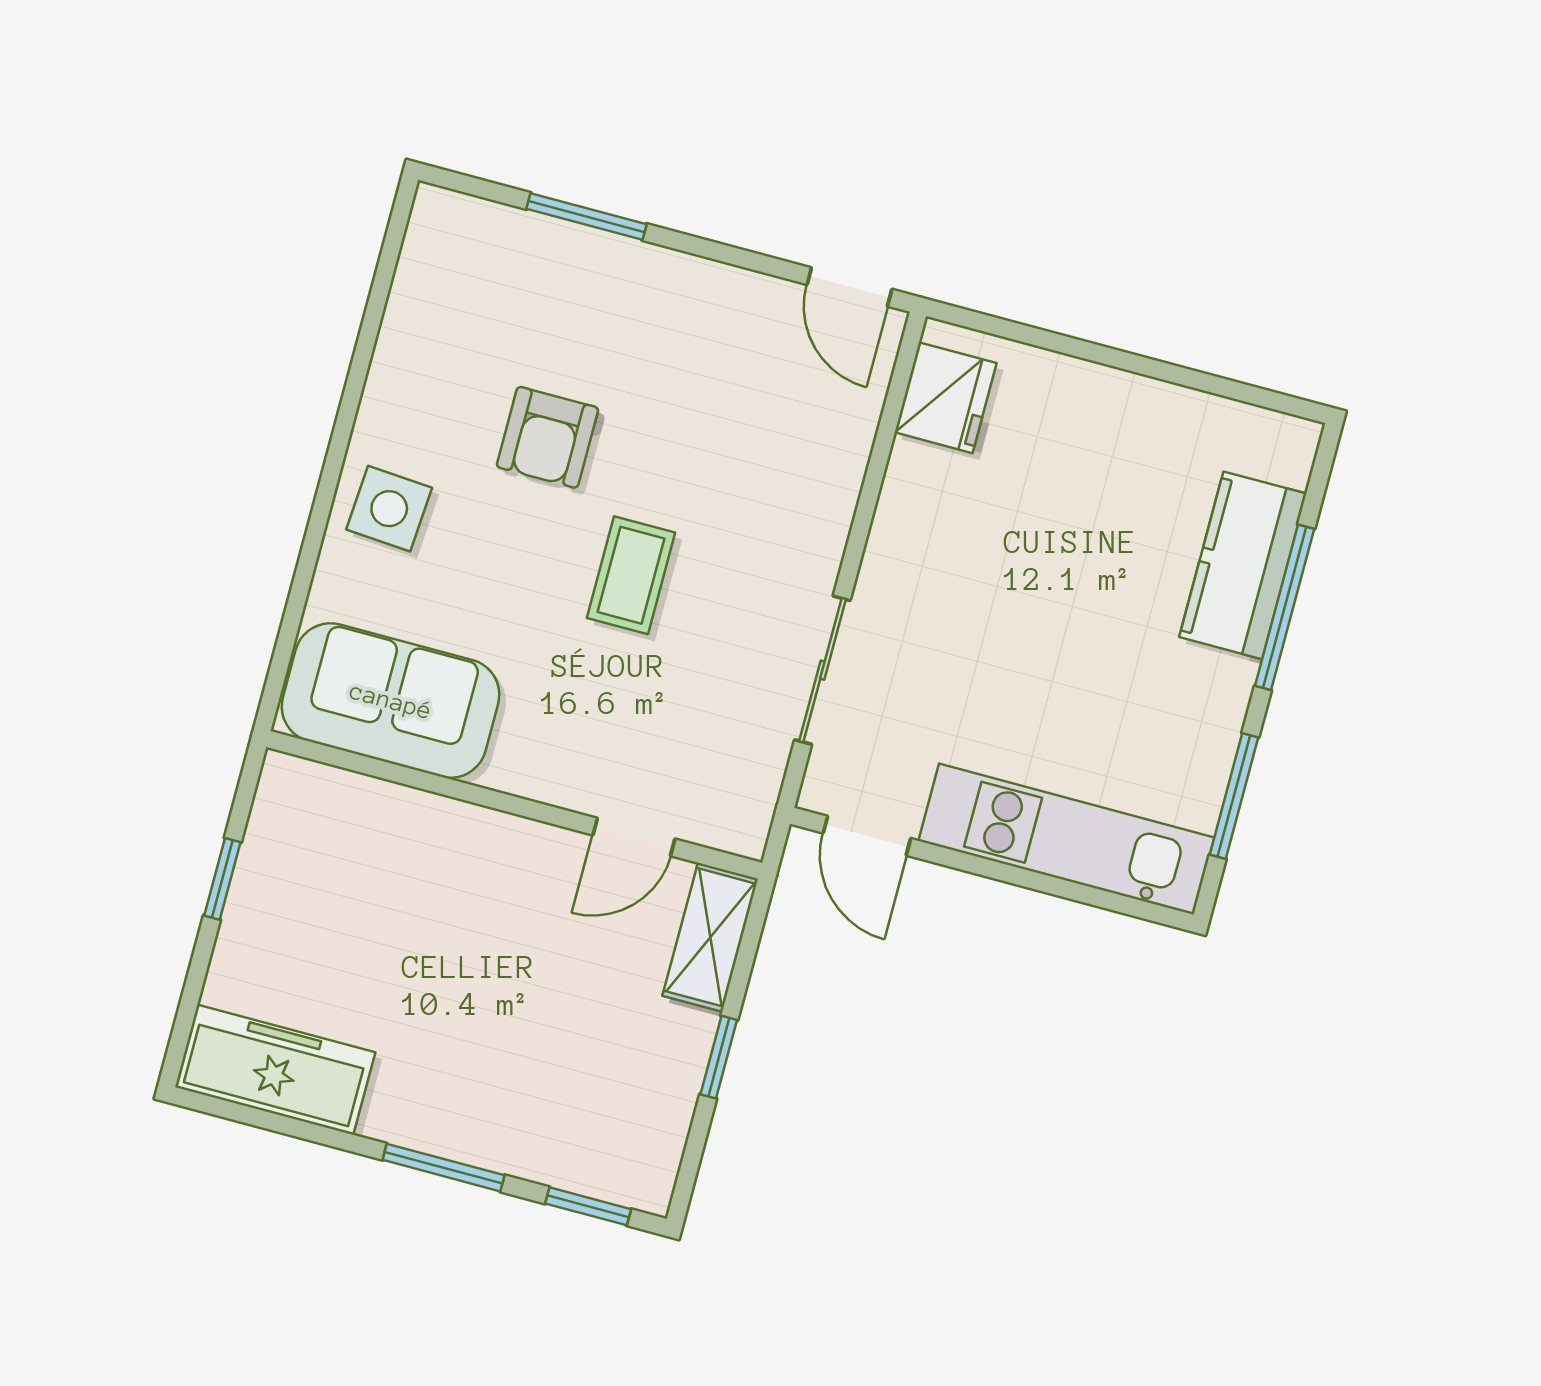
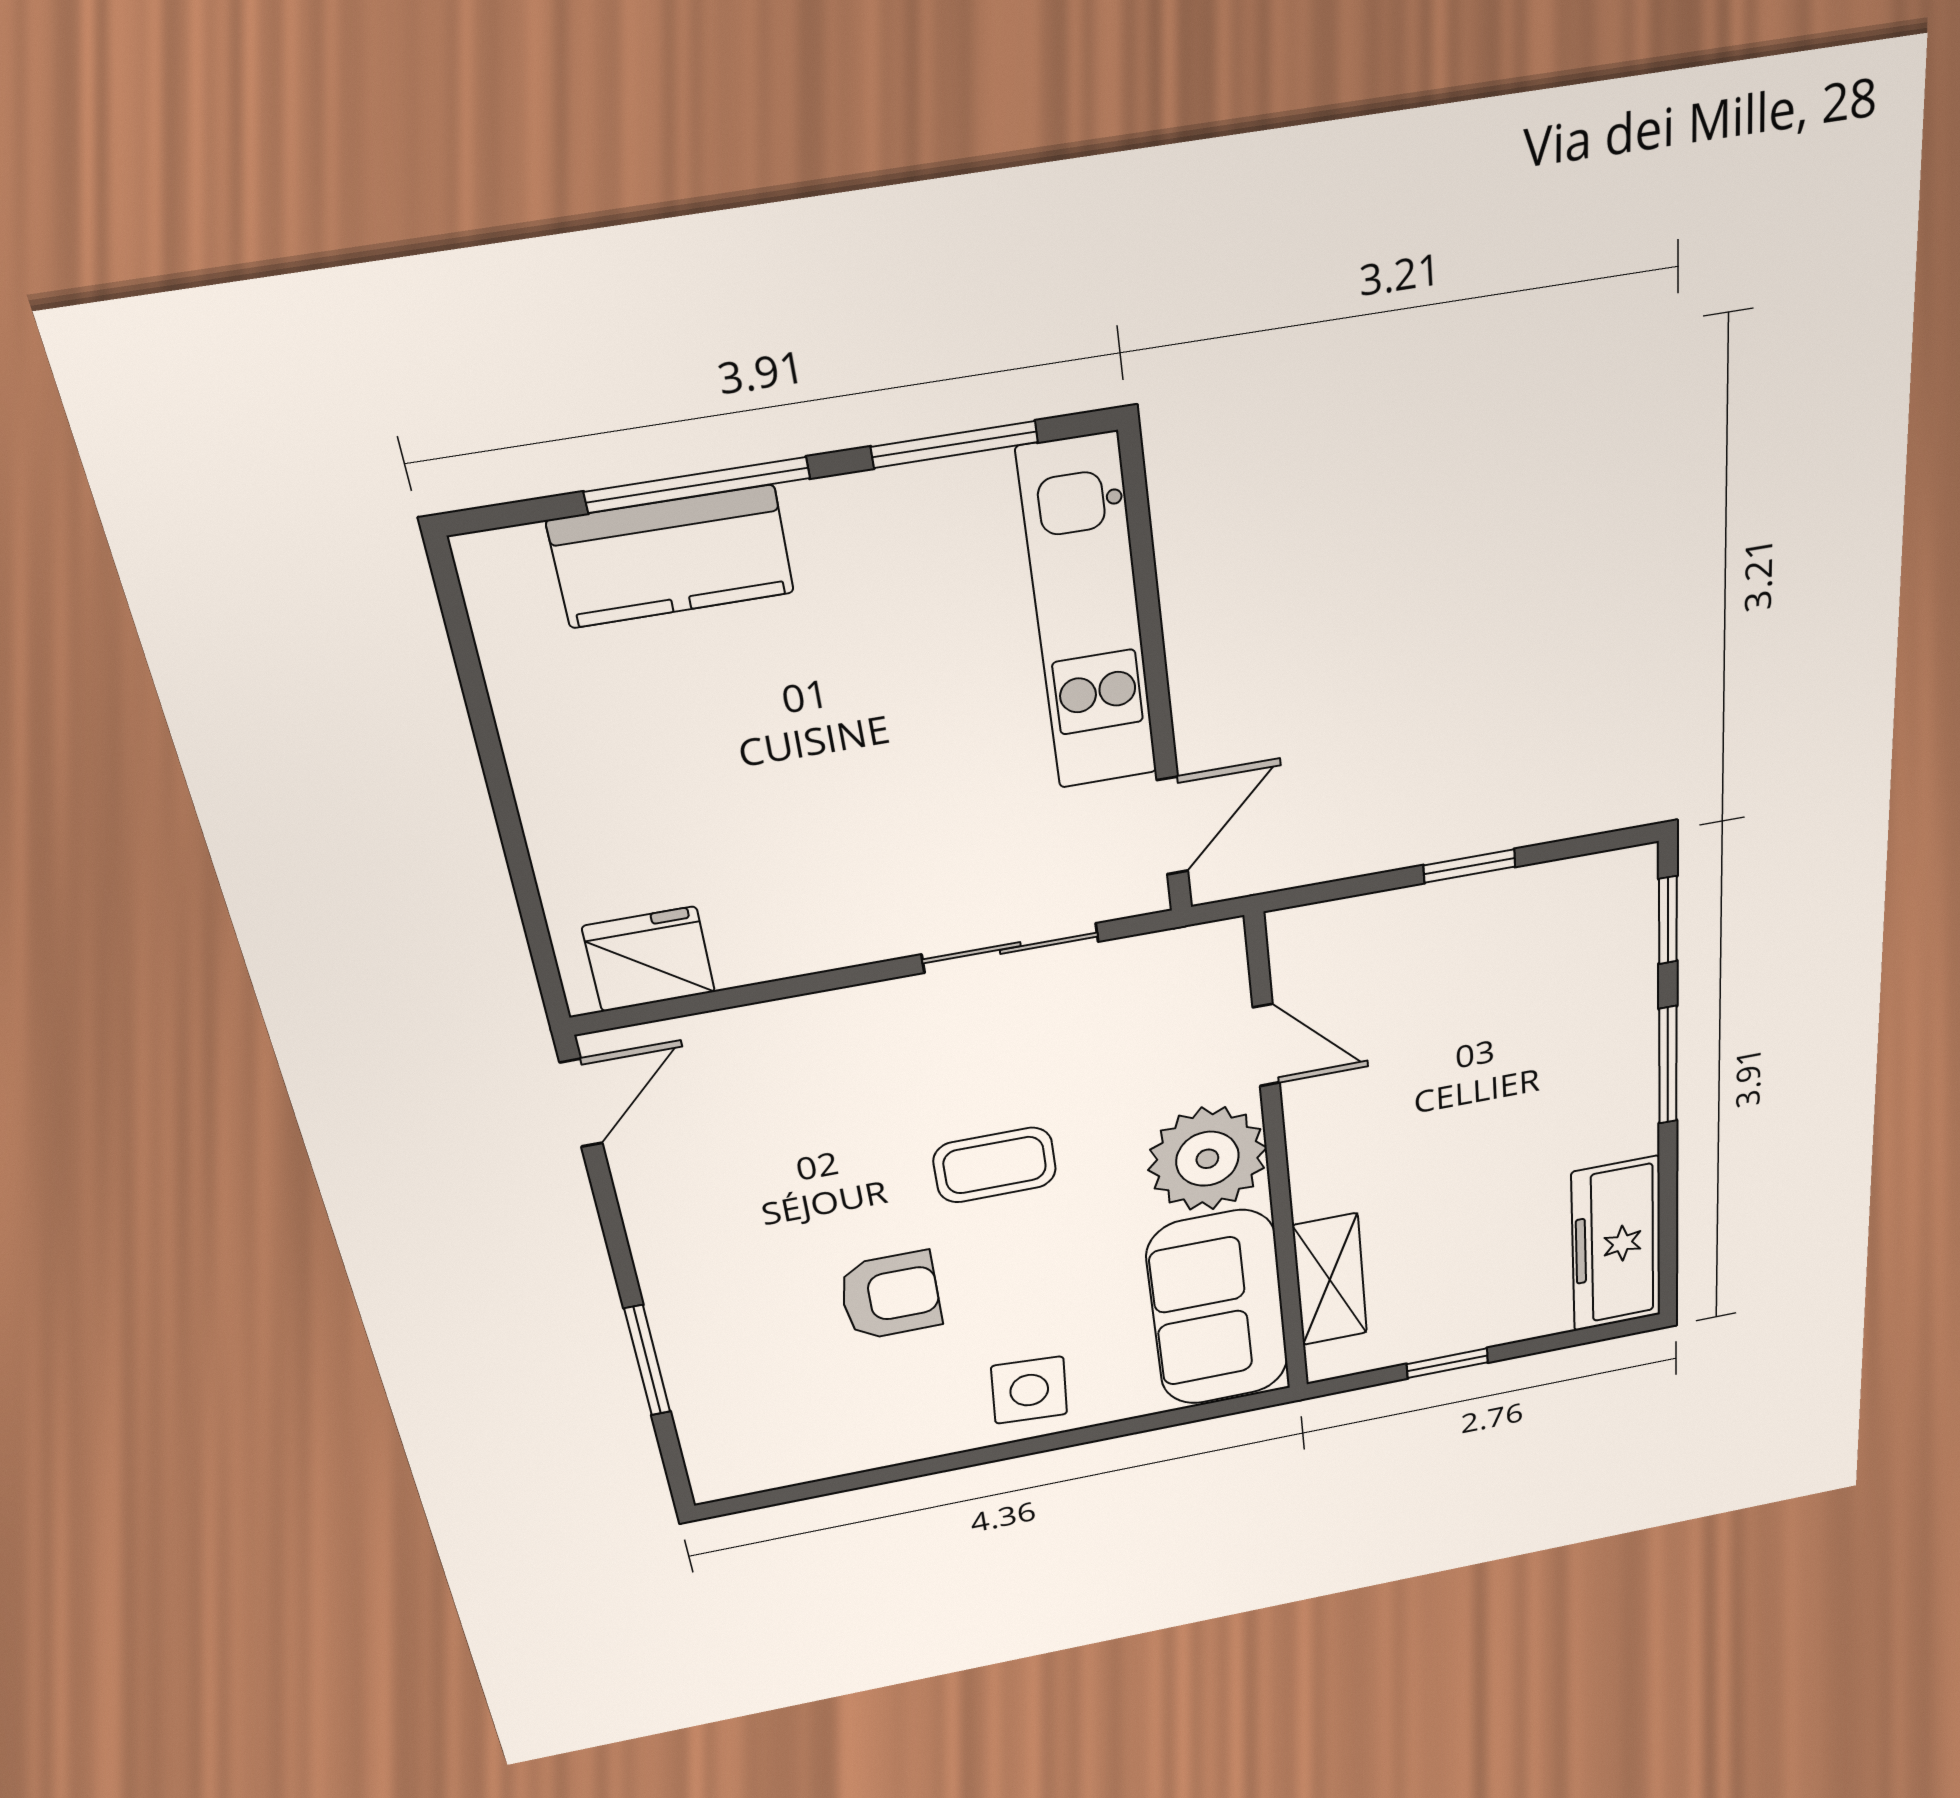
plant: (548, 749) -> (1207, 1159), added
shelving: (710, 937) -> (1330, 1280), moved, turned 90

